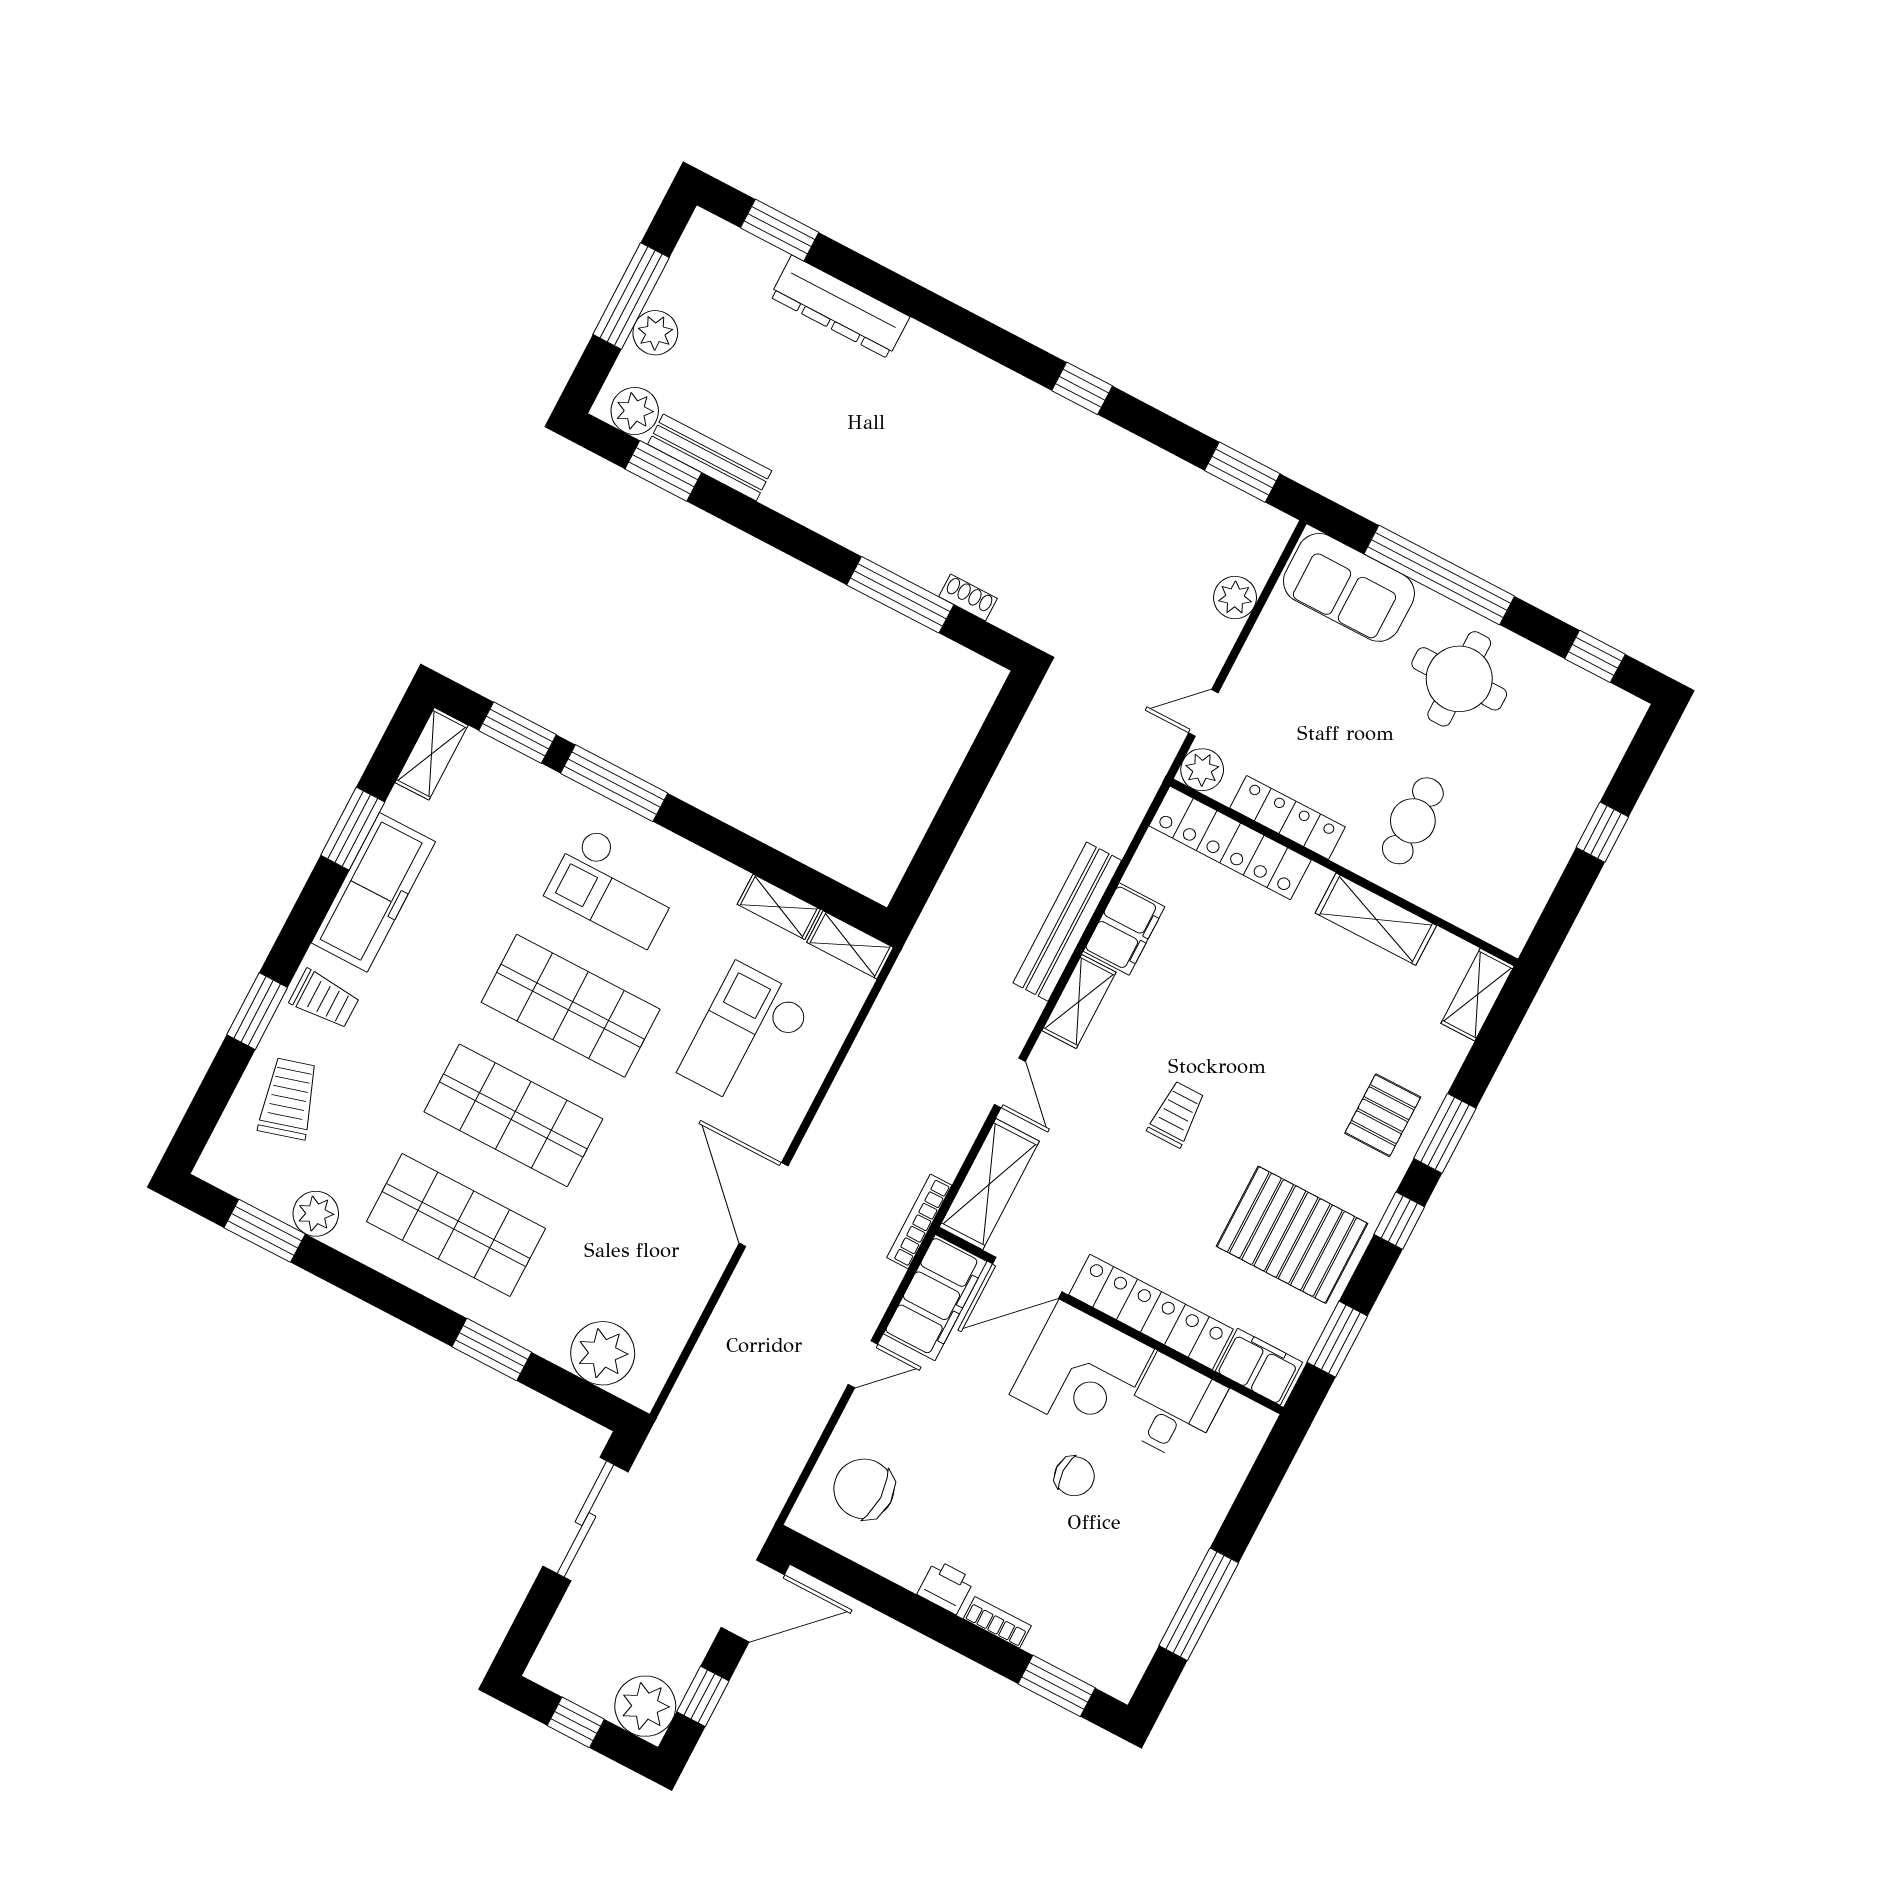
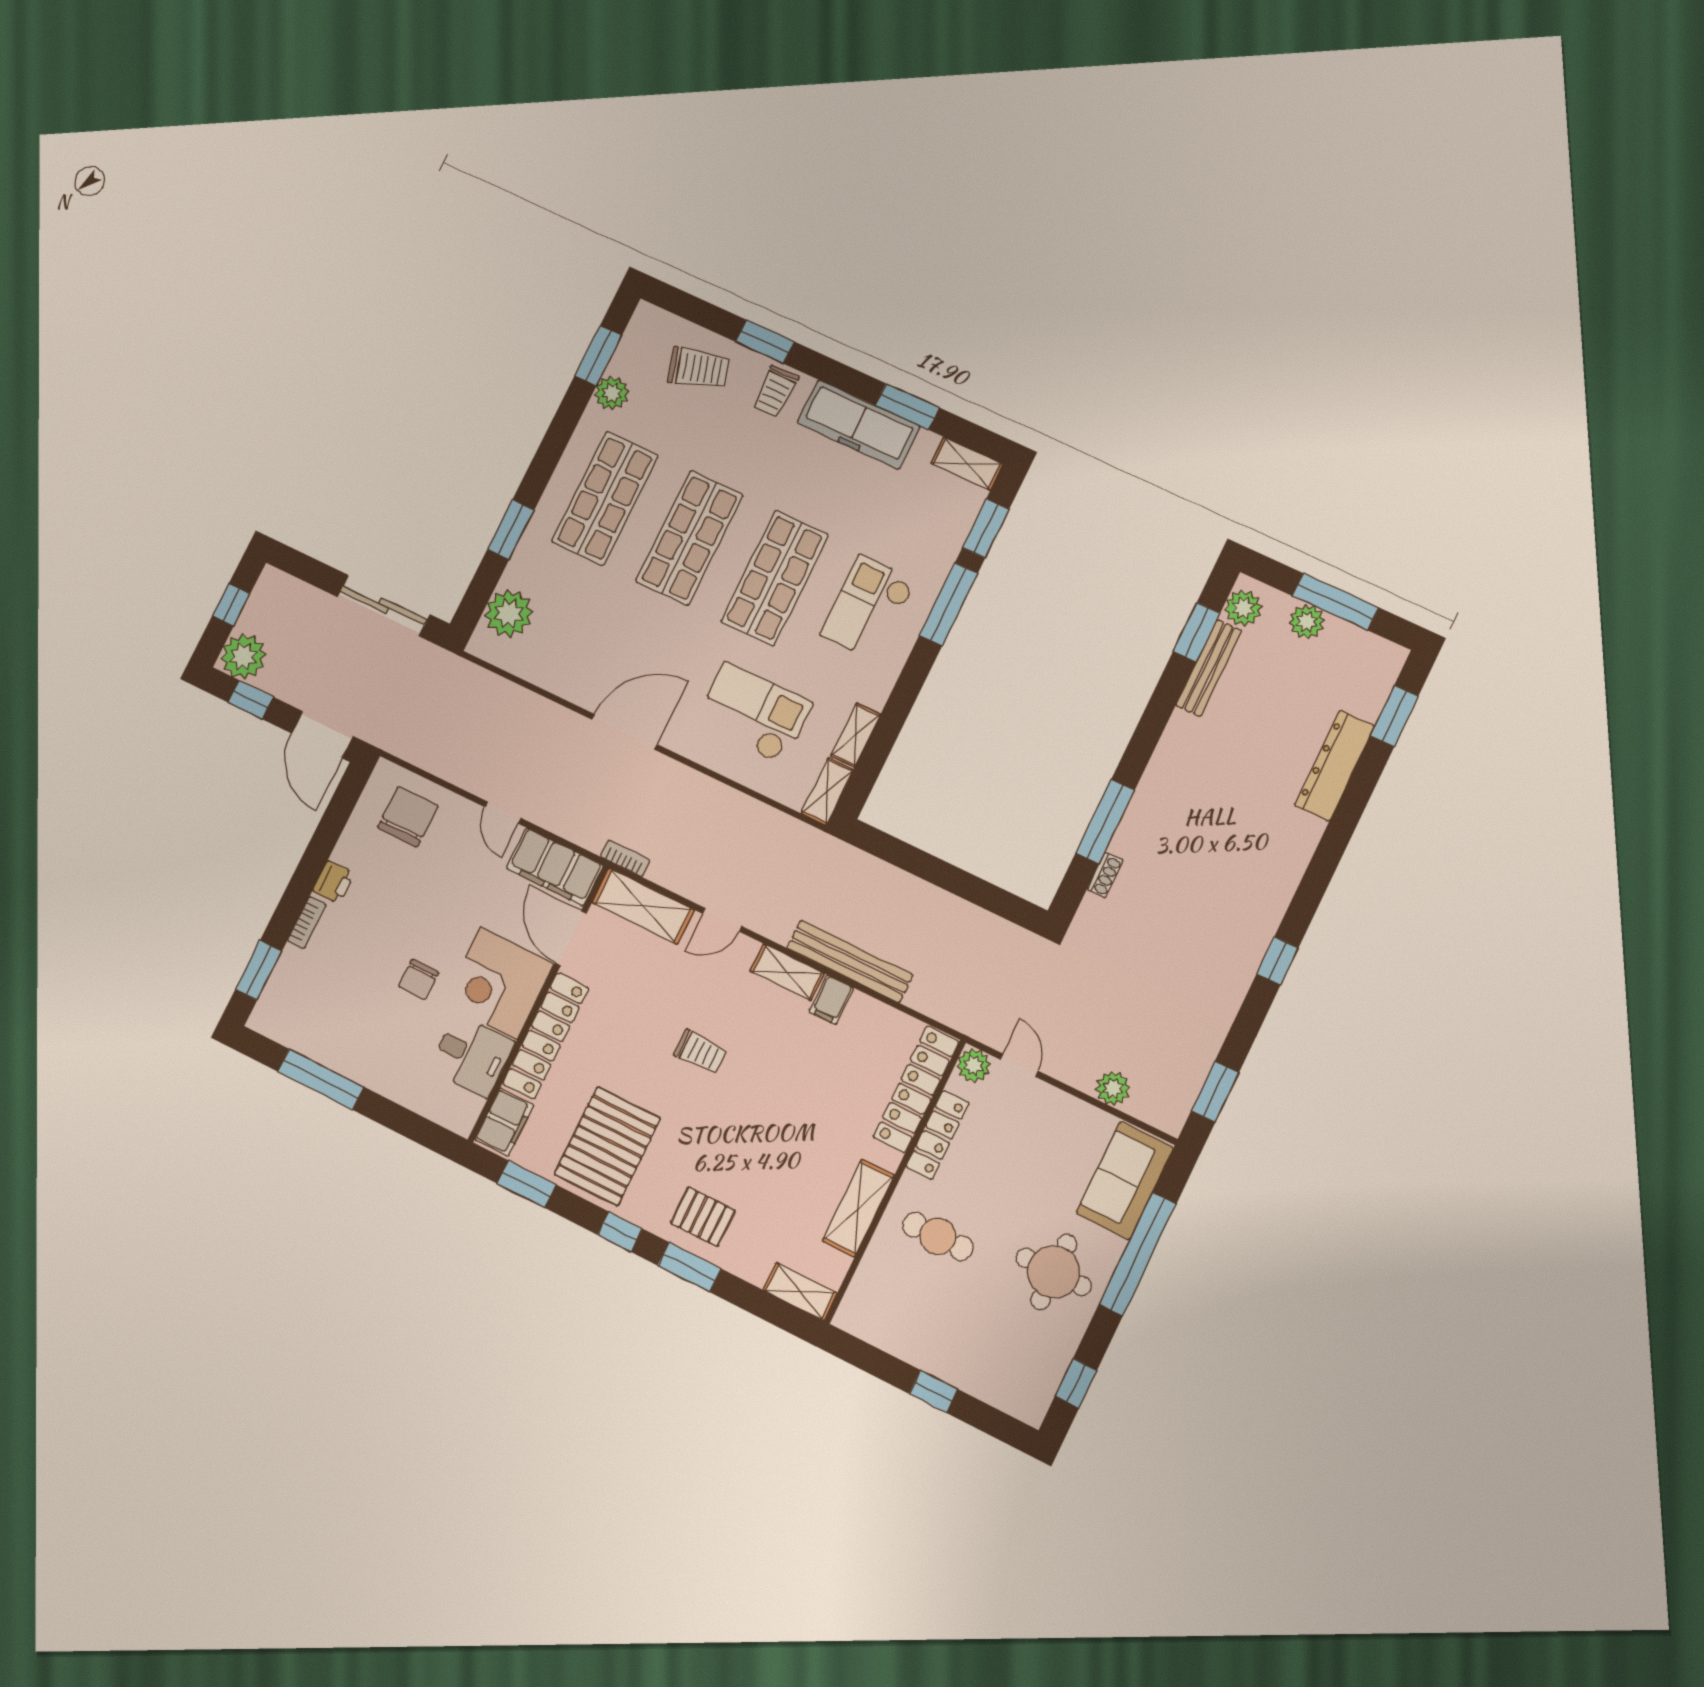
filing cabinet: (1124, 929) -> (831, 1000), width x0.50
bookcase: (919, 1221) -> (625, 858), width x0.64

